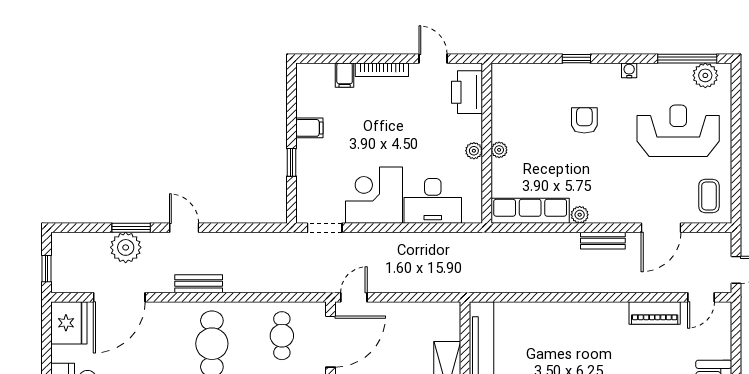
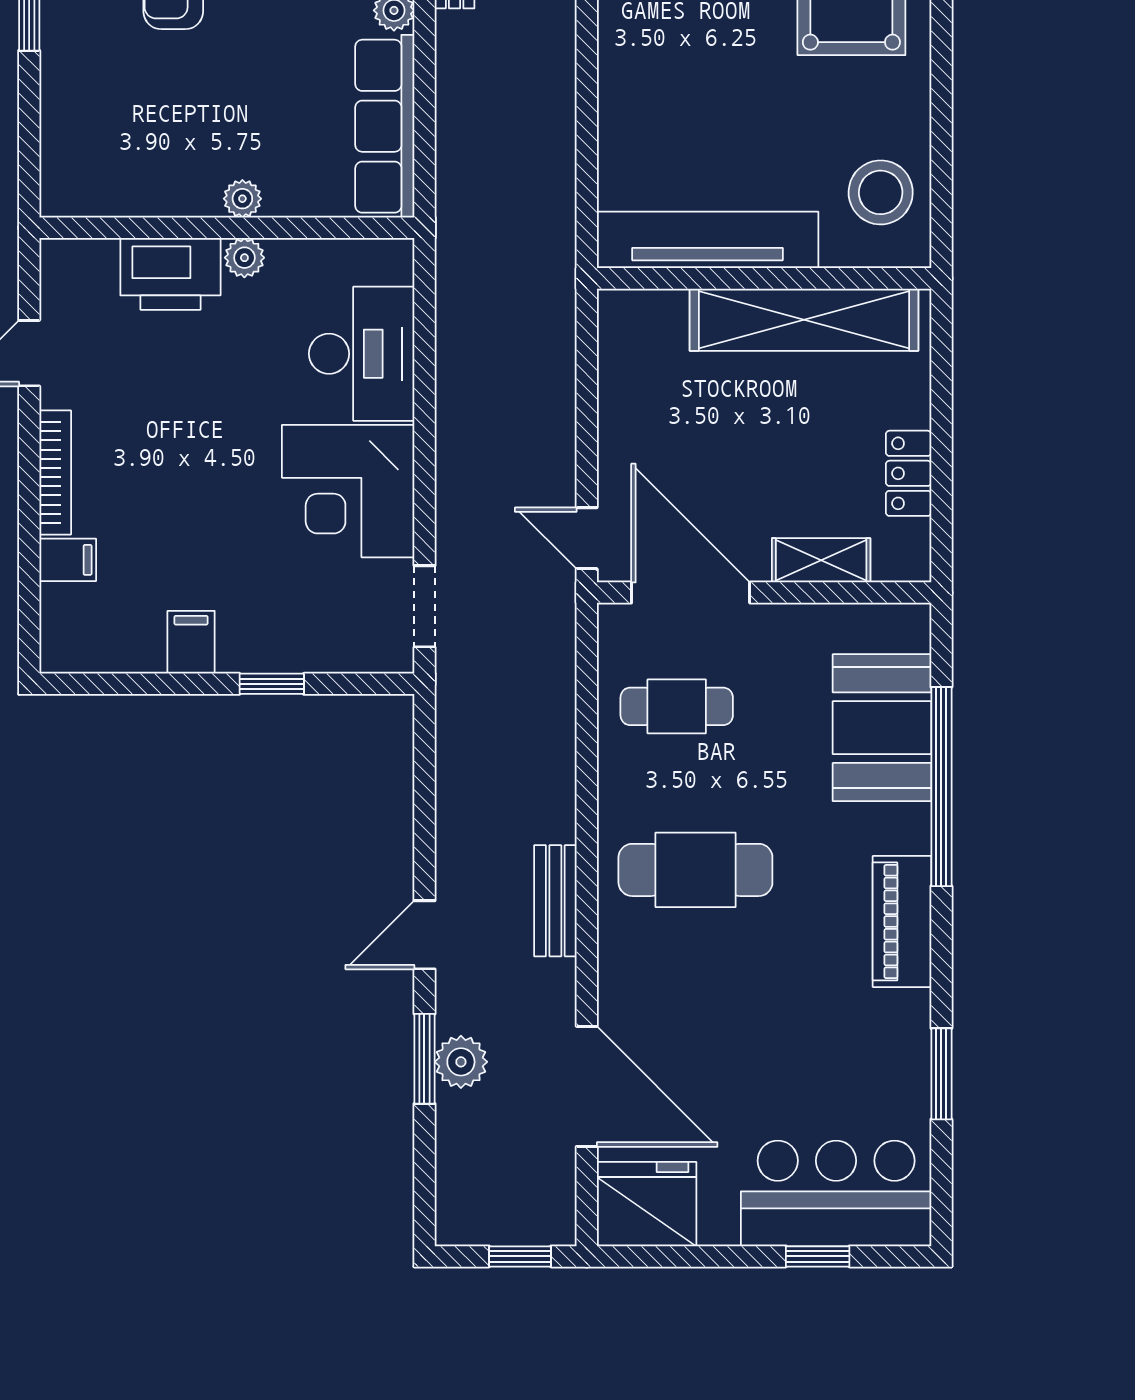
printer: (467, 92) -> (170, 274), moved
plant: (126, 247) -> (461, 1062), width x0.73, depth x0.73

